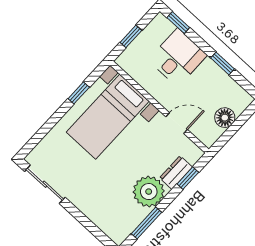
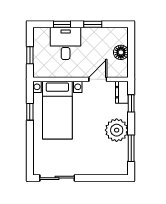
window: (178, 23) -> (62, 24), moved
dresser: (176, 172) -> (122, 92), moved

